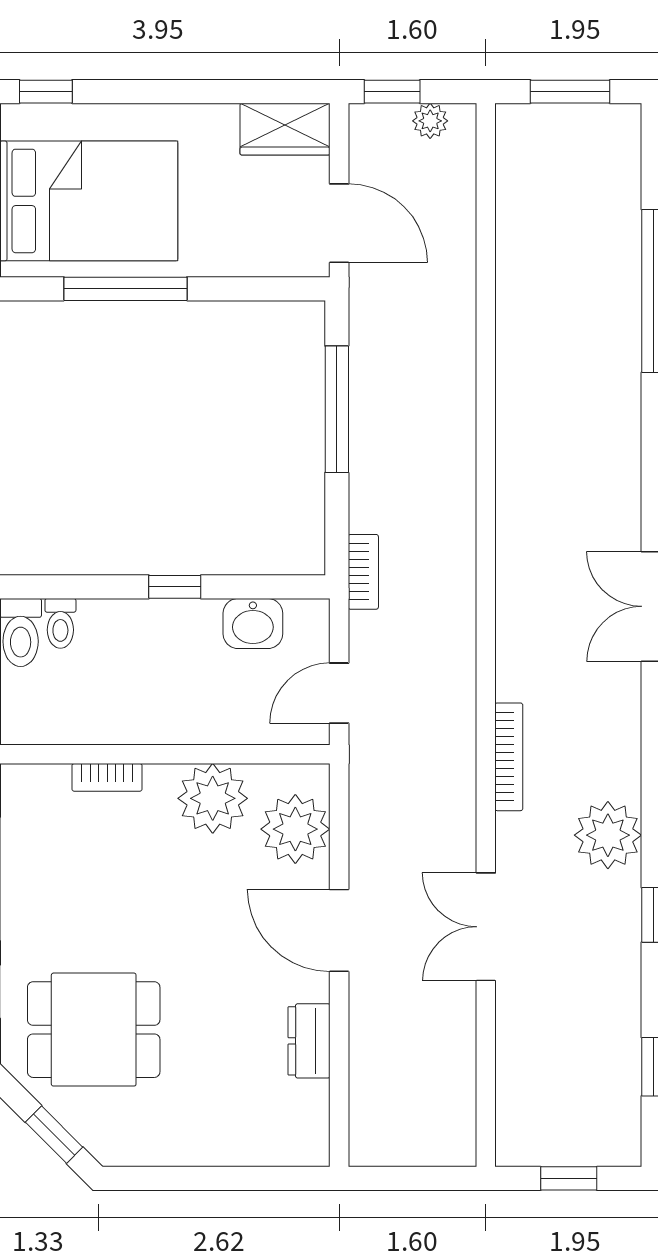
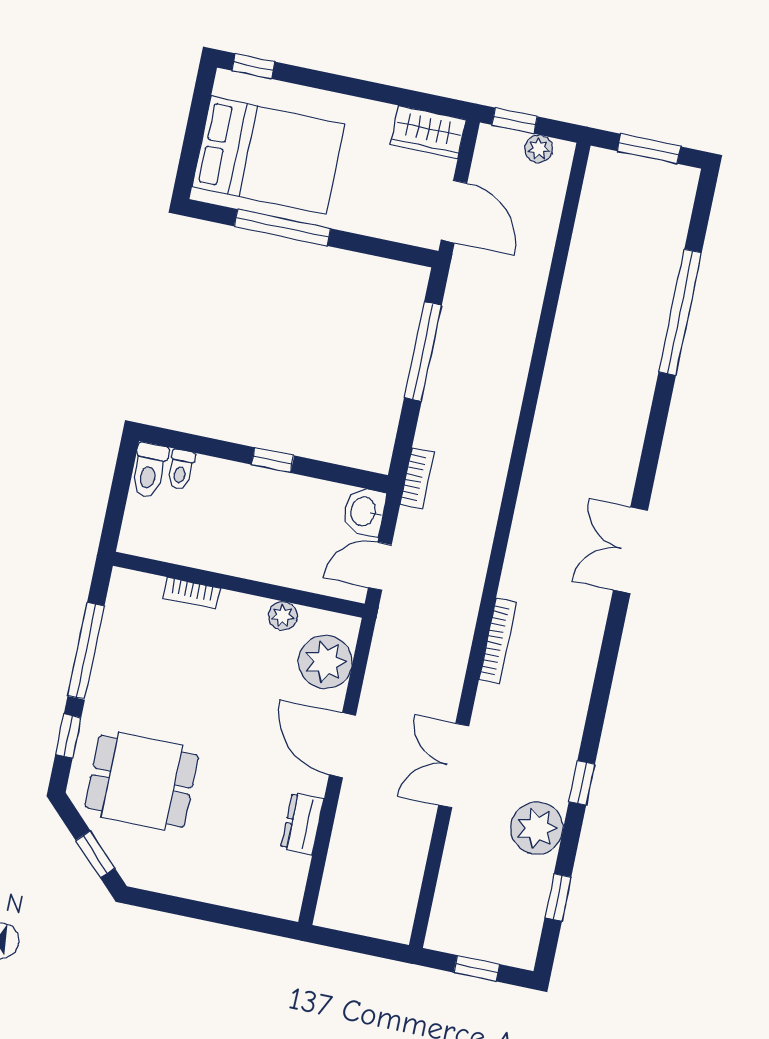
washbasin: (253, 624) -> (364, 512), moved, turned 90
plant: (213, 798) -> (283, 616), width x0.53, depth x0.53
plant: (608, 835) -> (537, 828), moved

